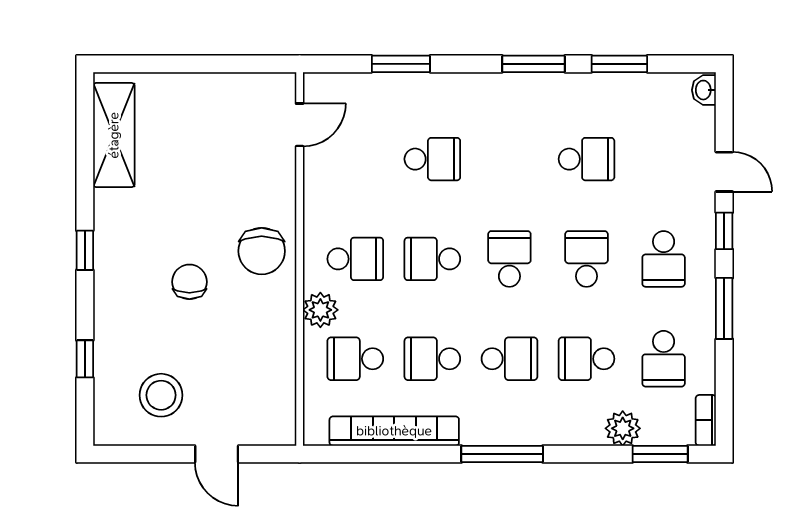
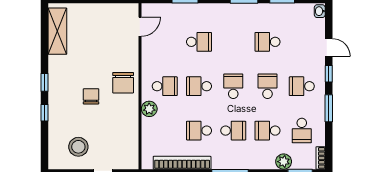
school desk: (586, 159) -> (268, 42), turned 180
school desk: (664, 259) -> (302, 86), turned 90
window: (85, 359) -> (45, 113), moved
school desk: (355, 359) -> (165, 131), removed

